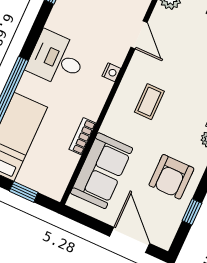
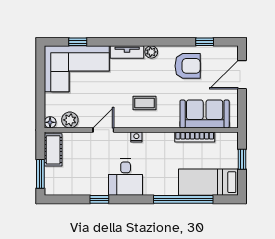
desk: (57, 59) -> (126, 177), moved
bookcase: (82, 136) -> (195, 137), width x1.56

